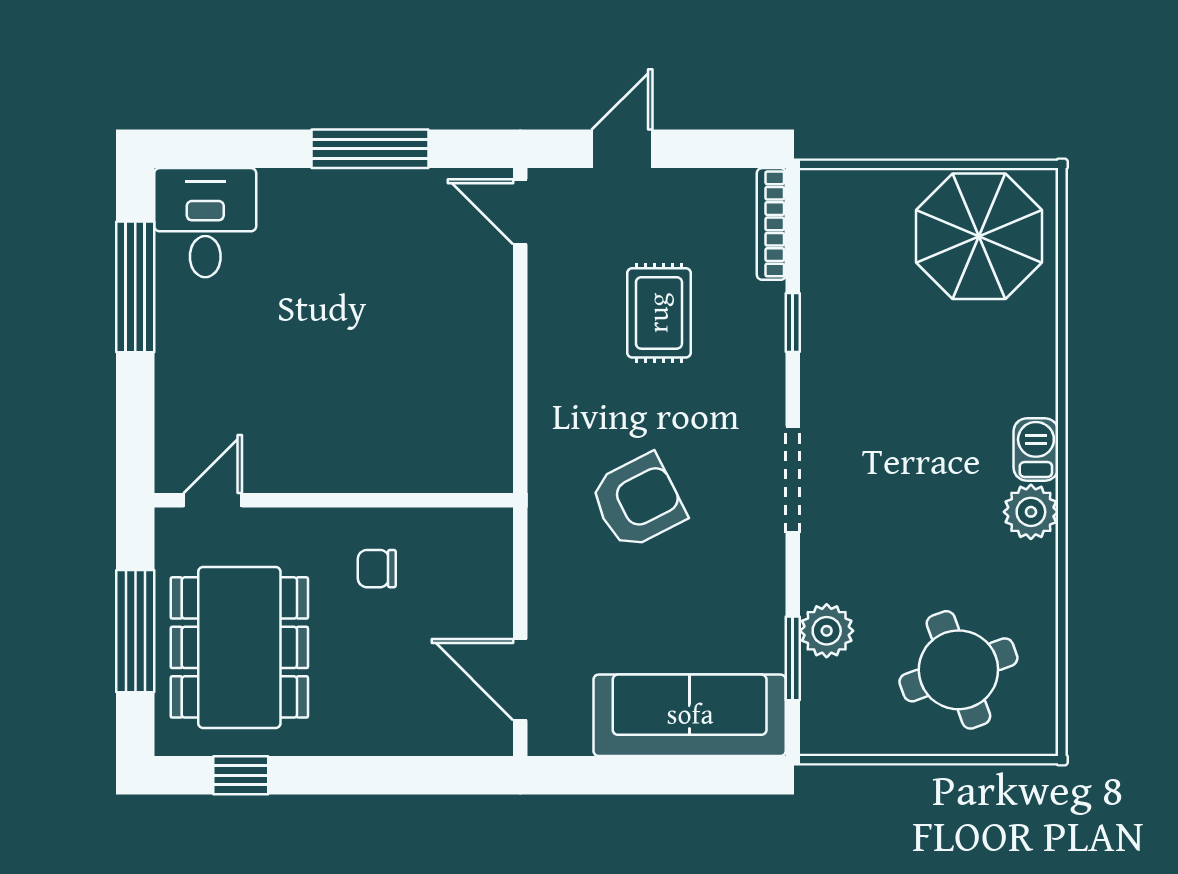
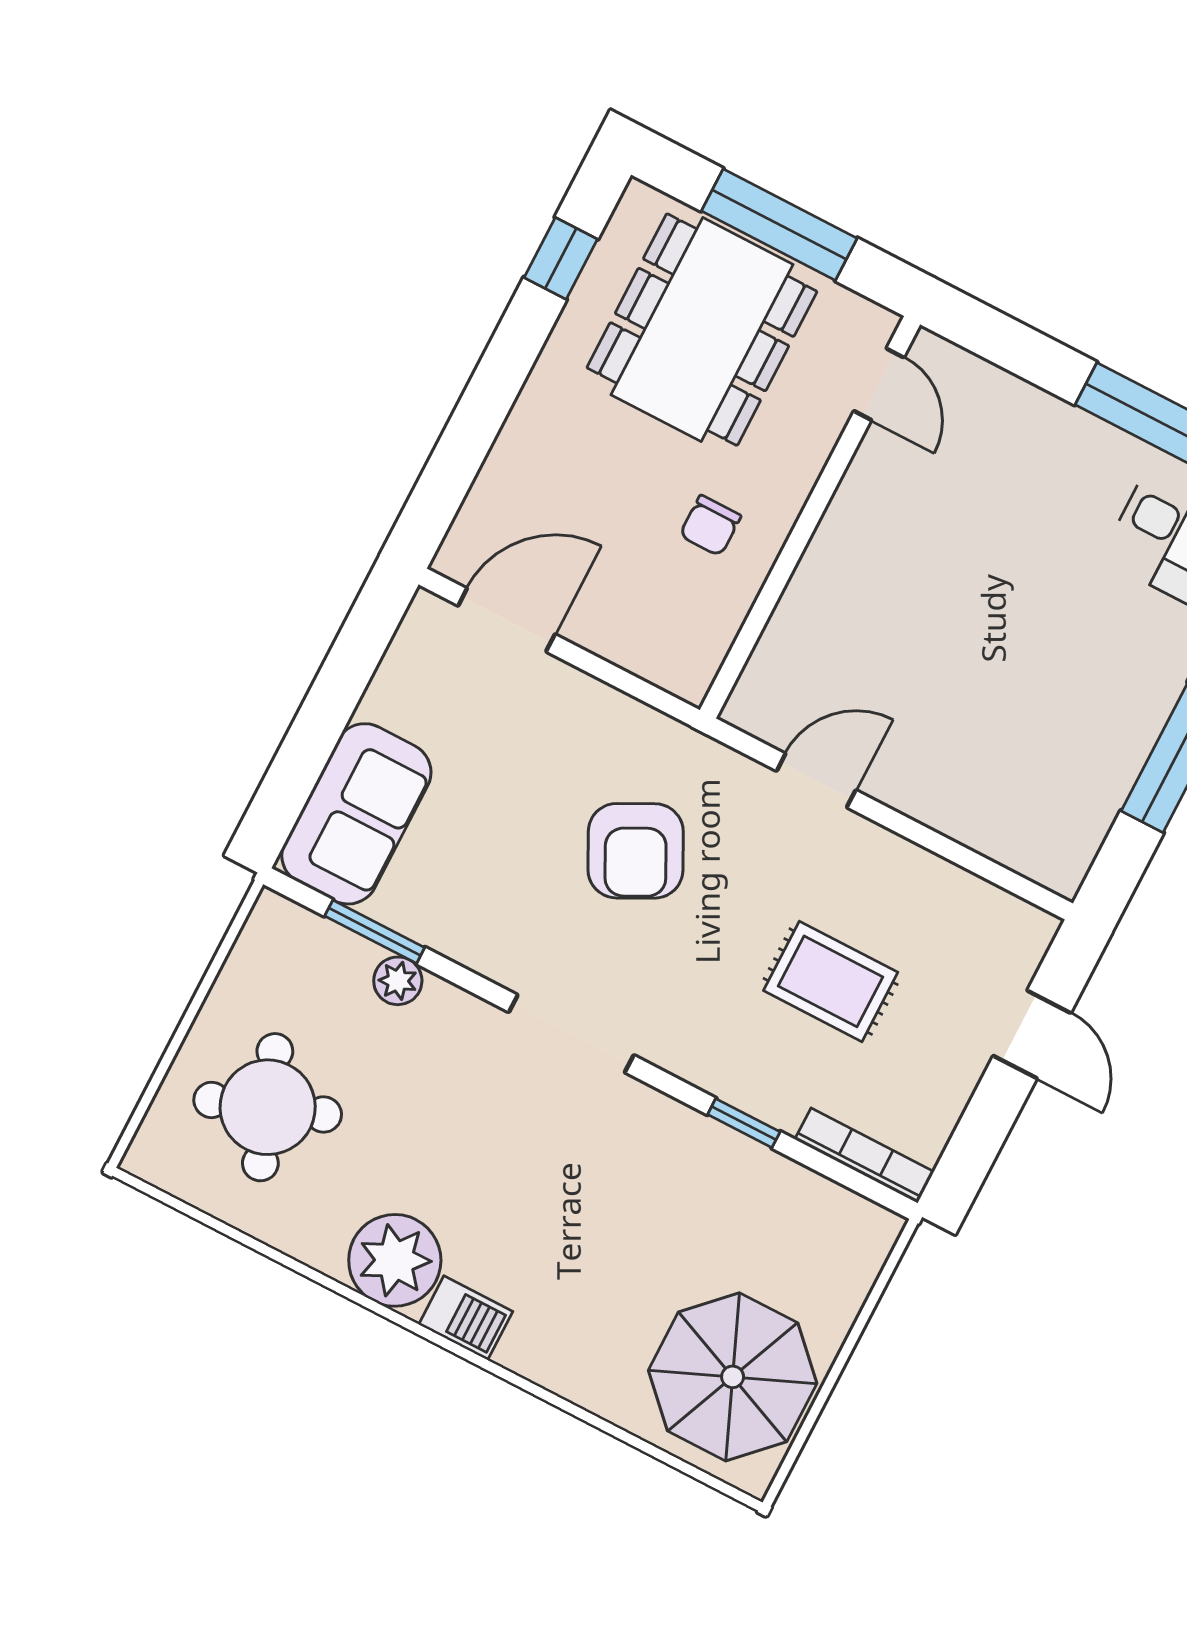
door: (520, 212) -> (816, 781), moved
plant: (1031, 512) -> (395, 1260), width x1.36, depth x1.36
chair: (377, 569) -> (710, 526), turned 180
plant: (827, 631) -> (398, 981), width x0.73, depth x0.73
dining table: (239, 647) -> (702, 330), turned 90
sofa: (690, 715) -> (356, 814), width x0.73

